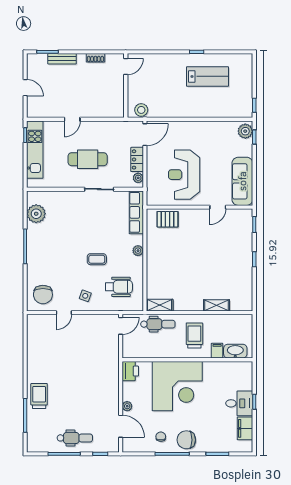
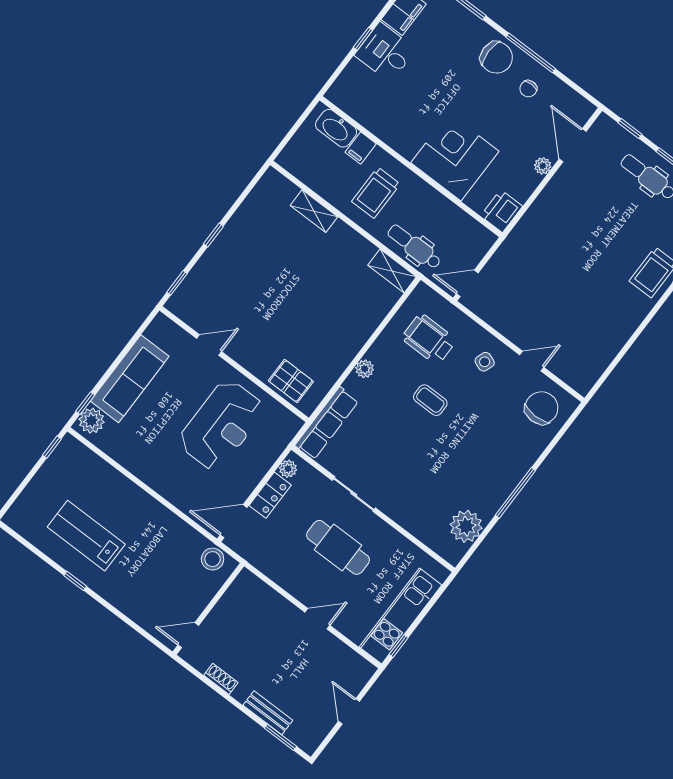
sofa: (242, 181) -> (130, 379), moved
corner desk: (177, 386) -> (455, 157), width x0.74, depth x0.74

